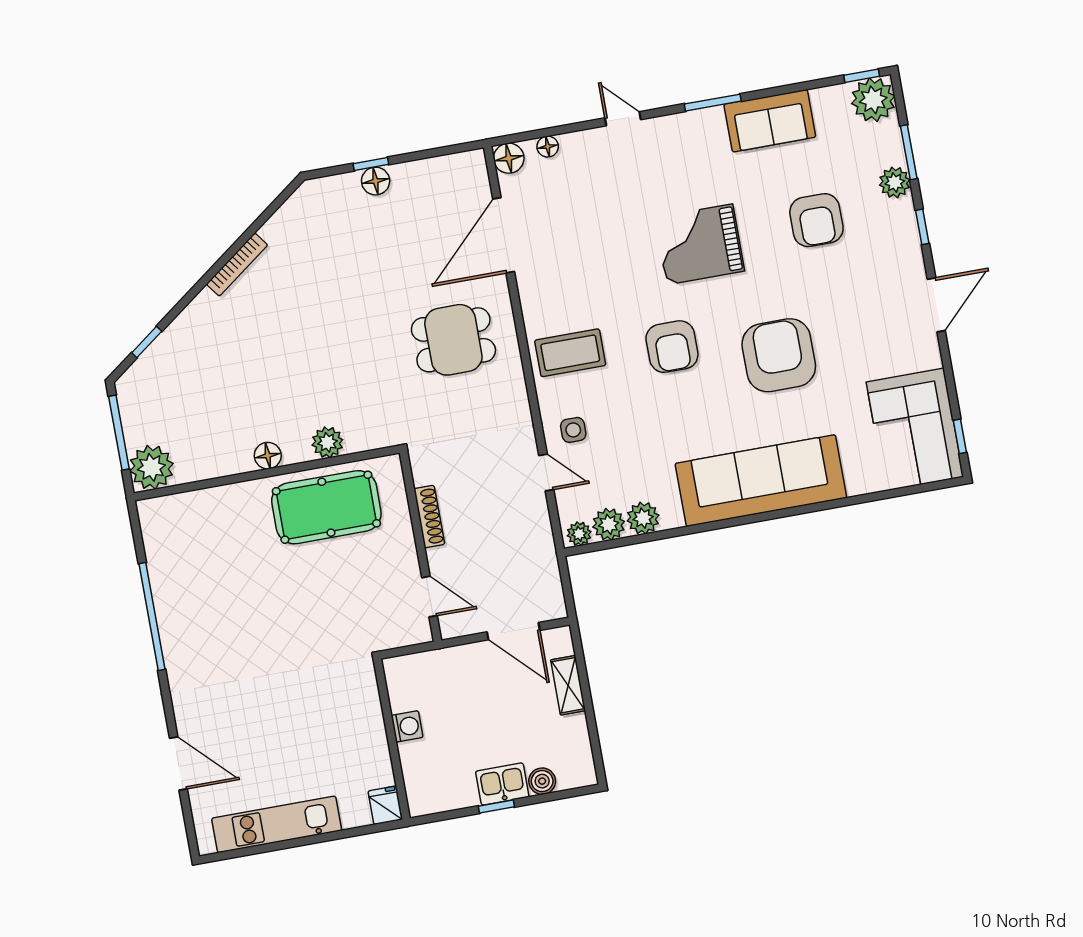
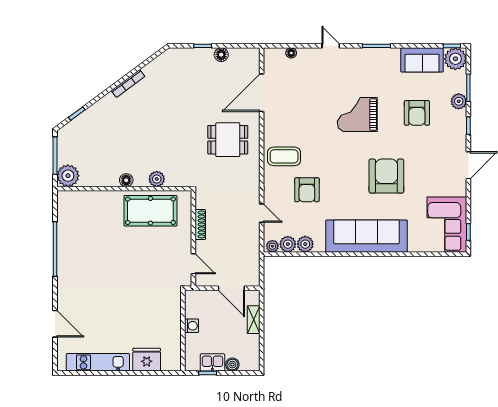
sofa: (770, 121) -> (422, 60), moved
floor lamp: (509, 158) -> (271, 55), removed
floor lamp: (376, 181) -> (221, 55), moved
armchair: (672, 347) -> (307, 190), moved
side table: (573, 430) -> (279, 195), removed
washing machine: (407, 726) -> (192, 326), moved
wall: (392, 739) -> (183, 331), moved
fridge: (385, 805) -> (147, 360), width x1.88, depth x1.34

